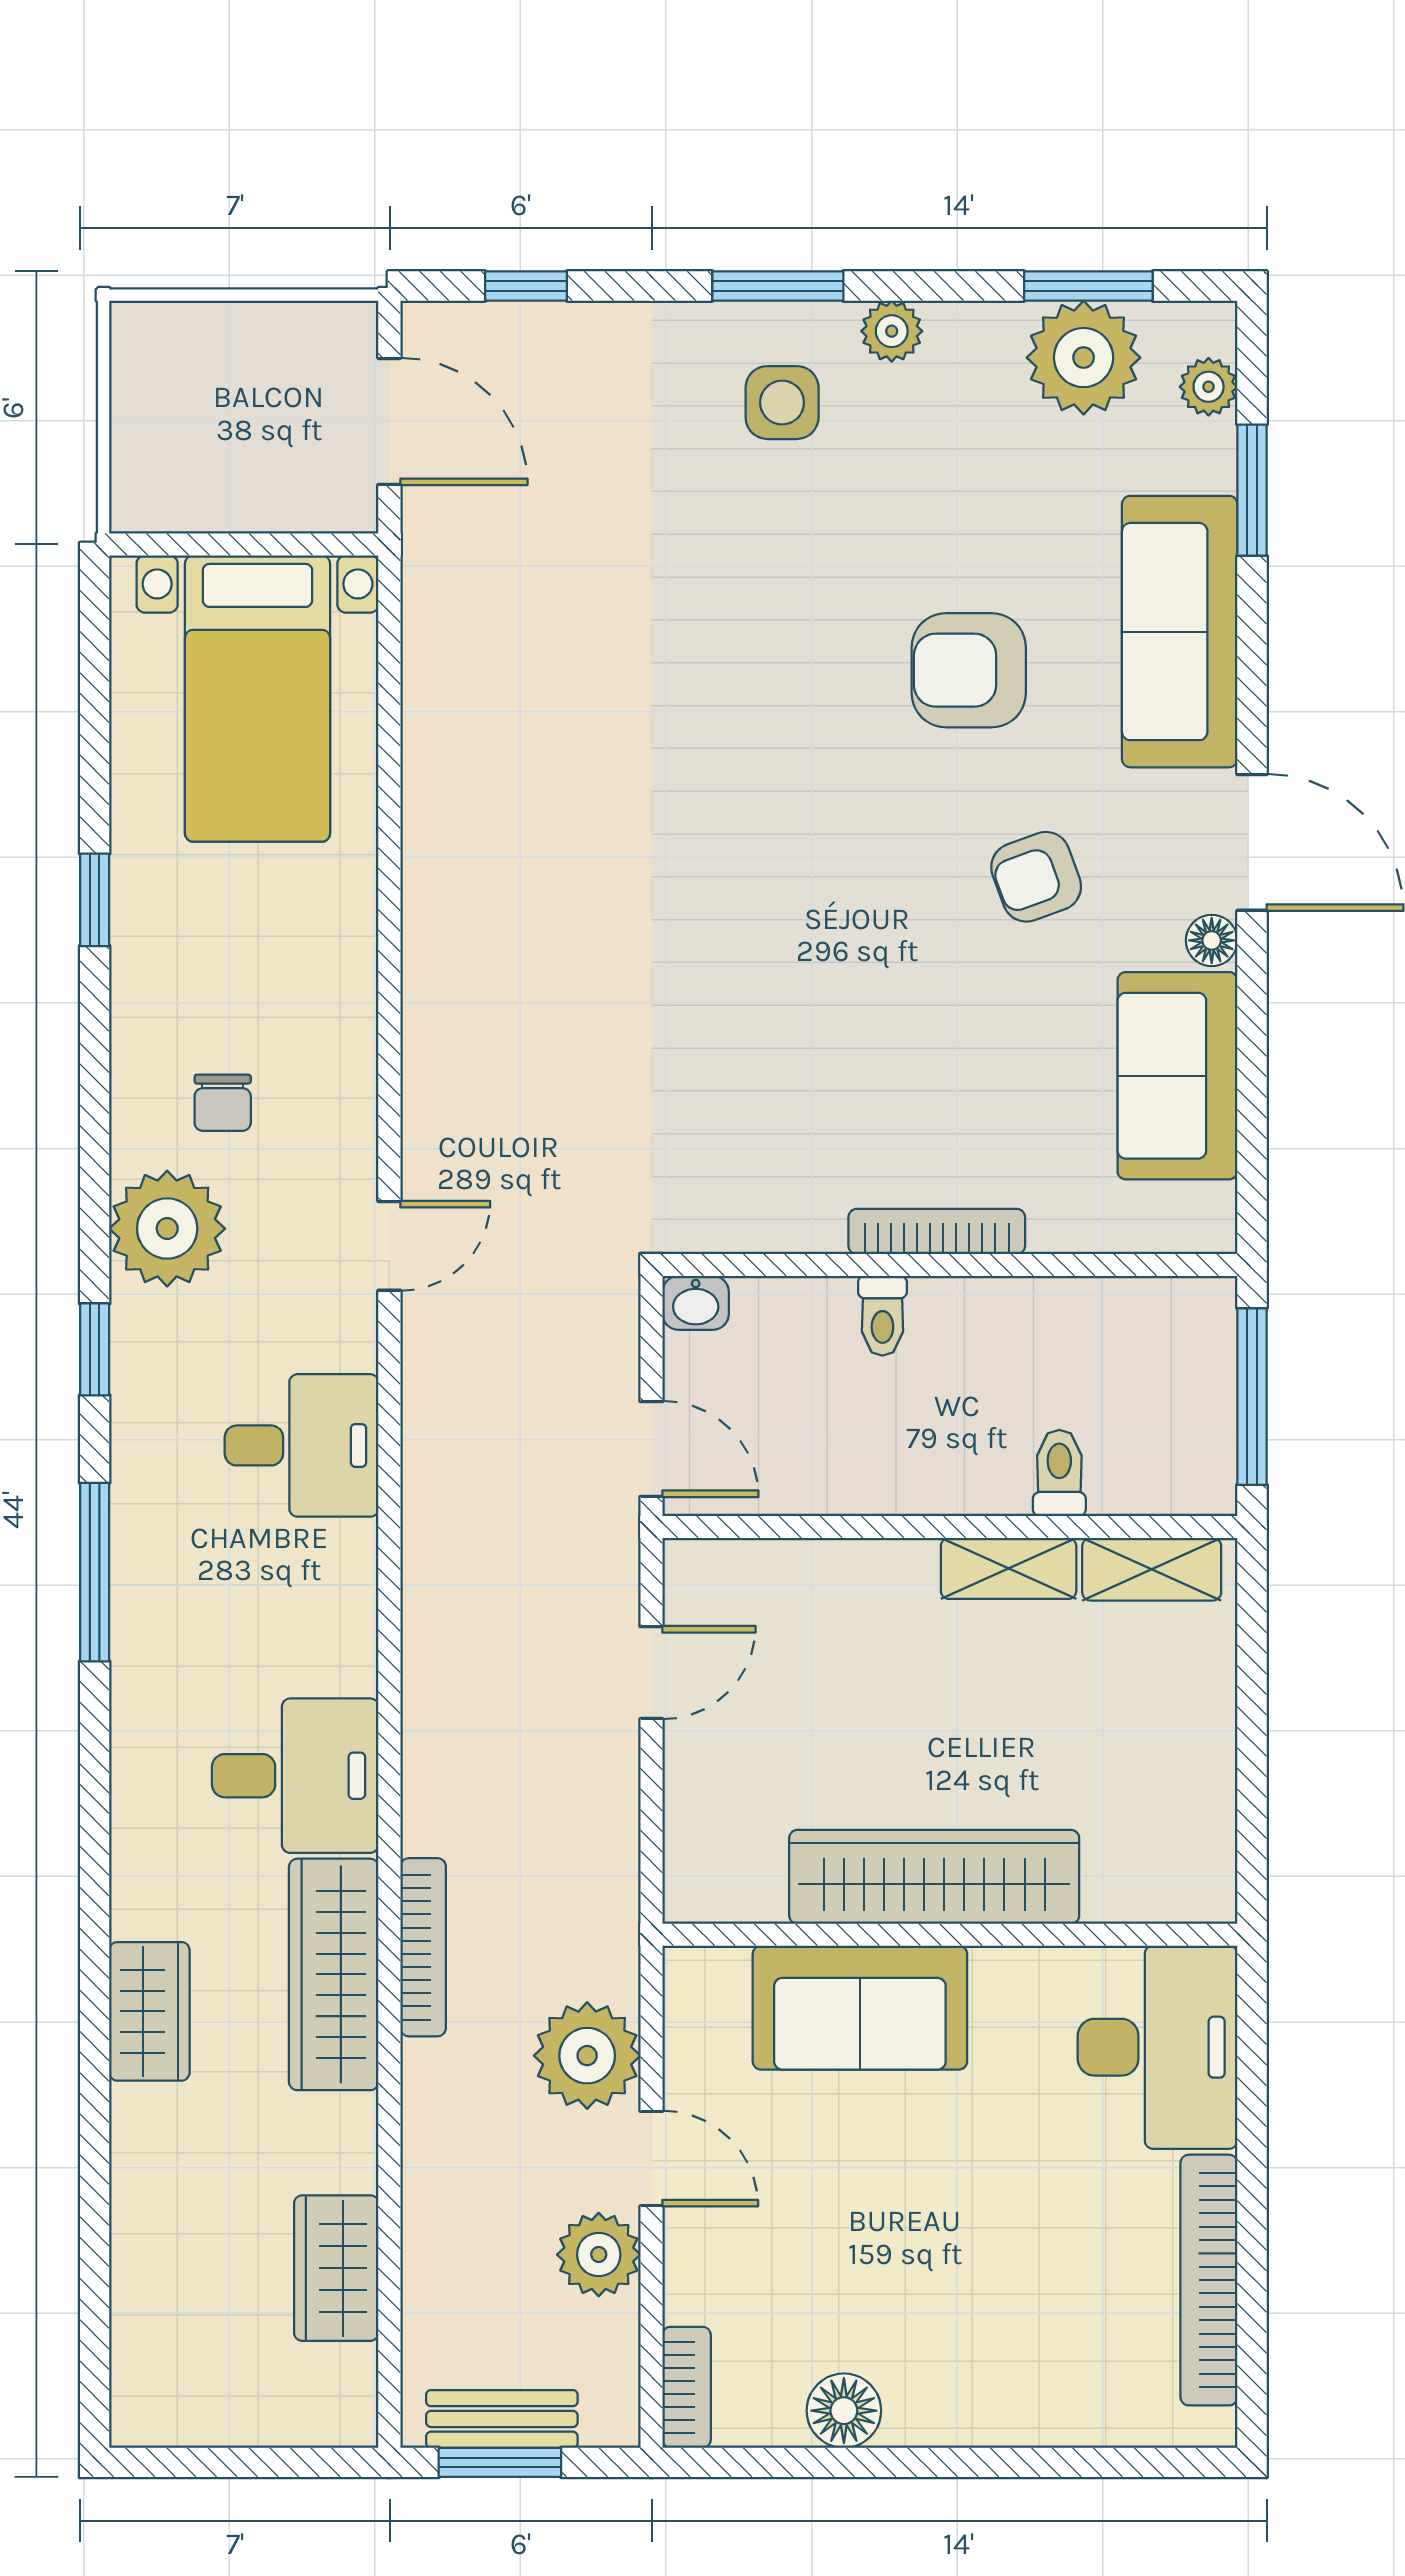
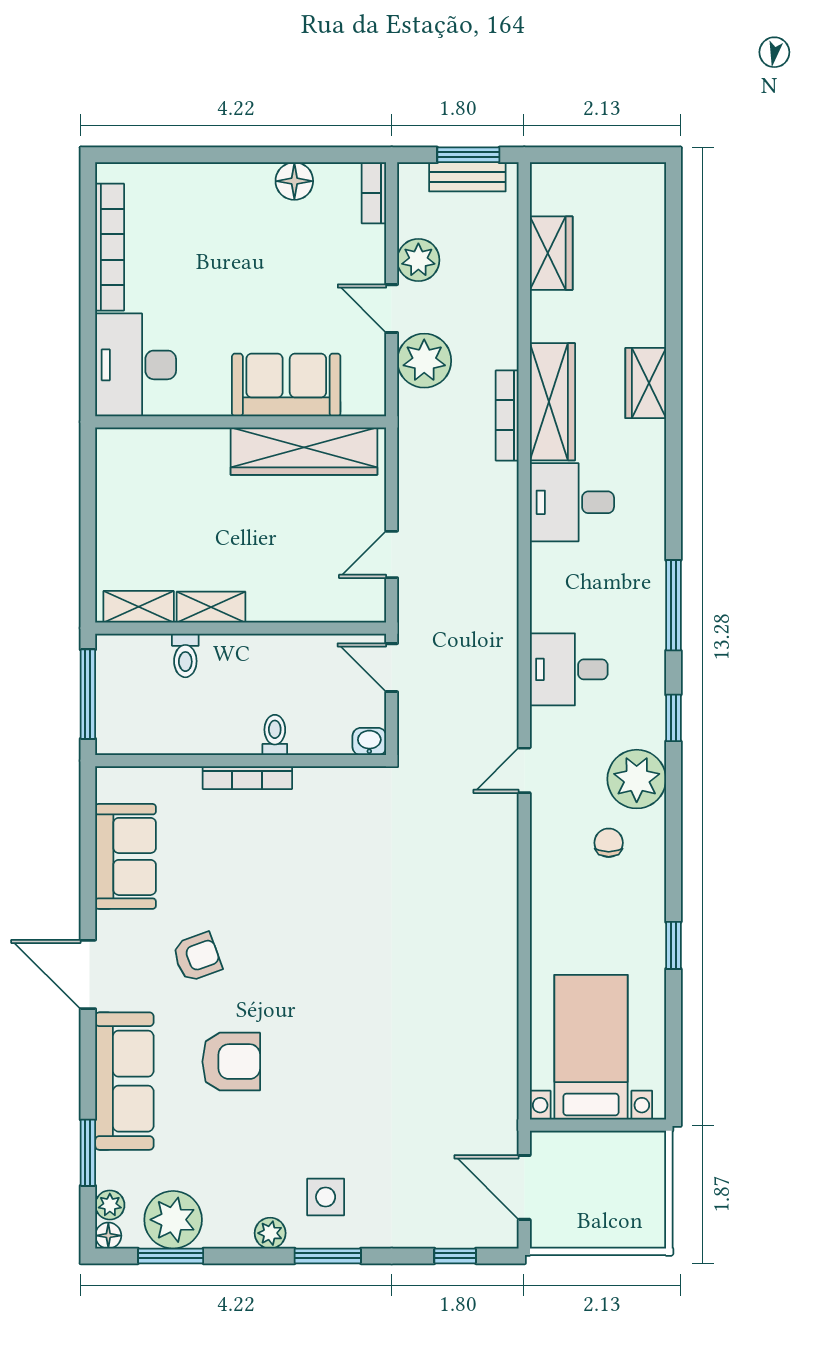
floor lamp: (1212, 940) -> (108, 1236), moved
wardrobe: (934, 1877) -> (304, 451), moved

